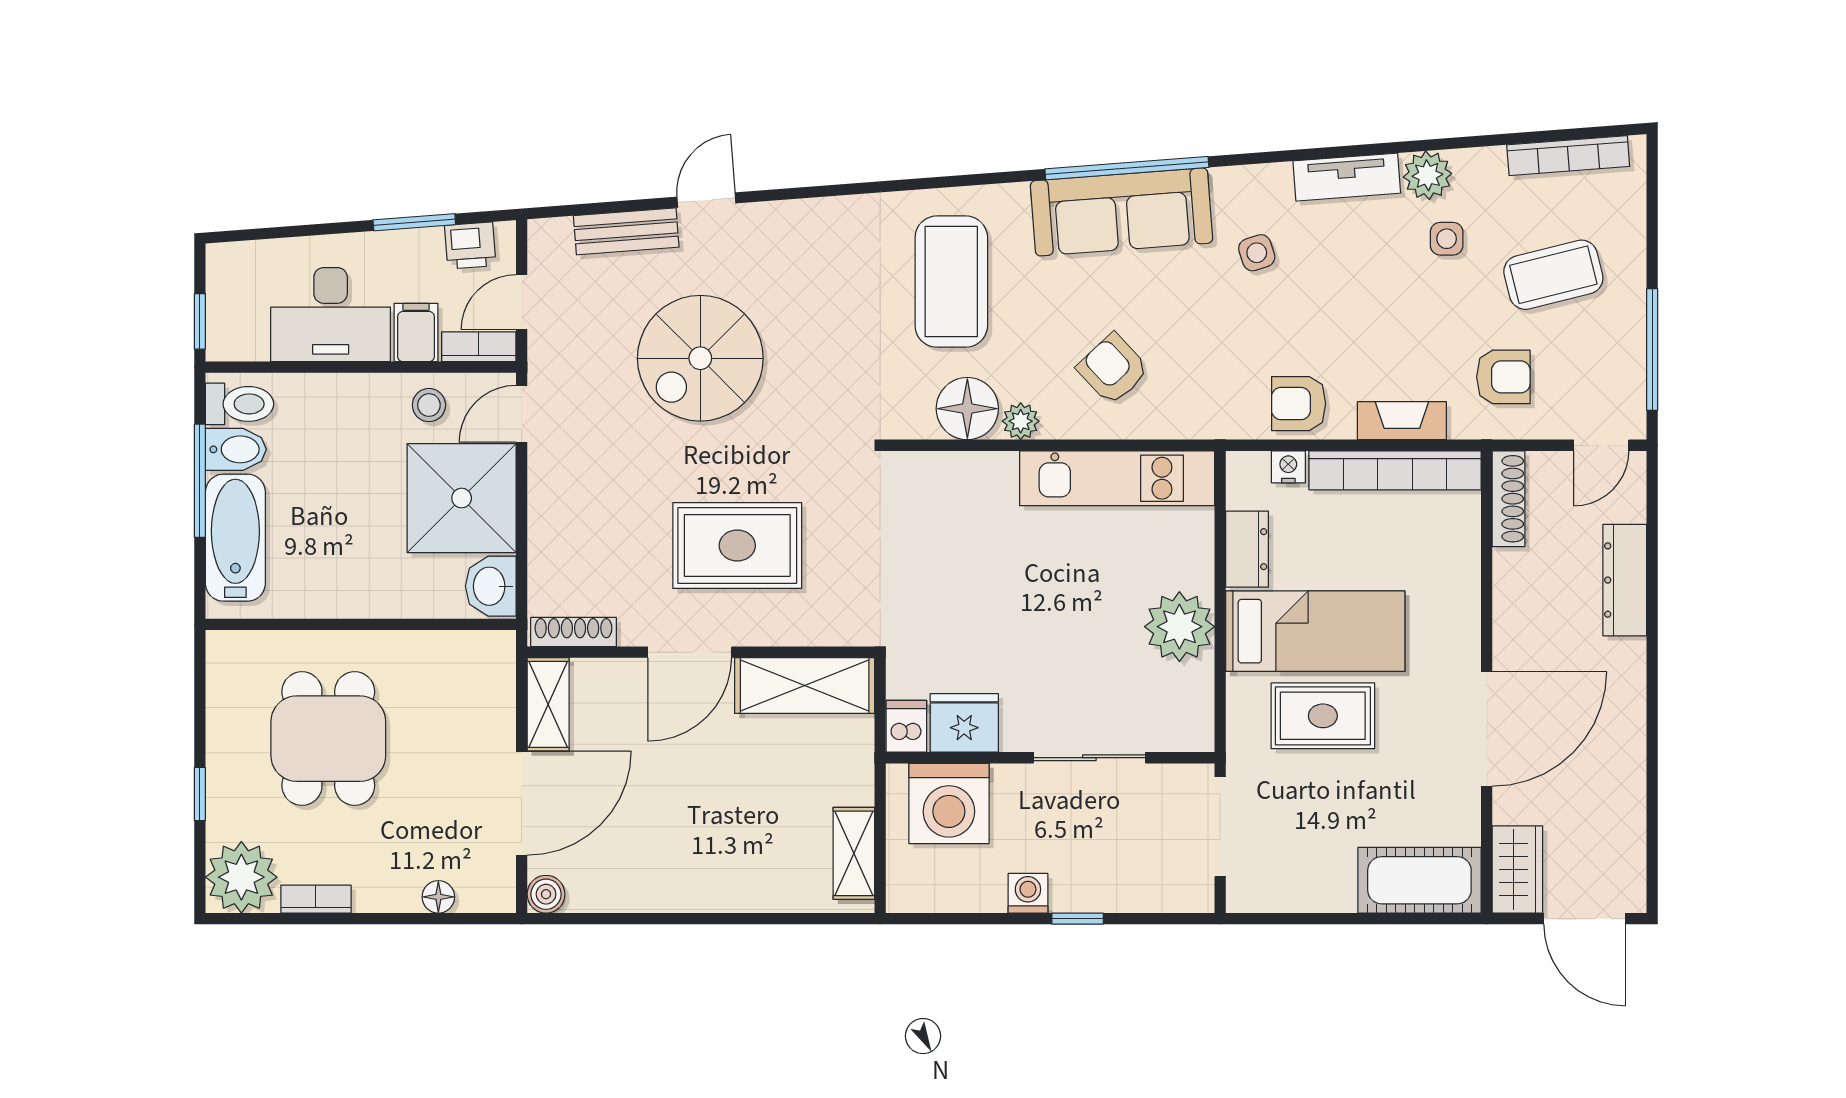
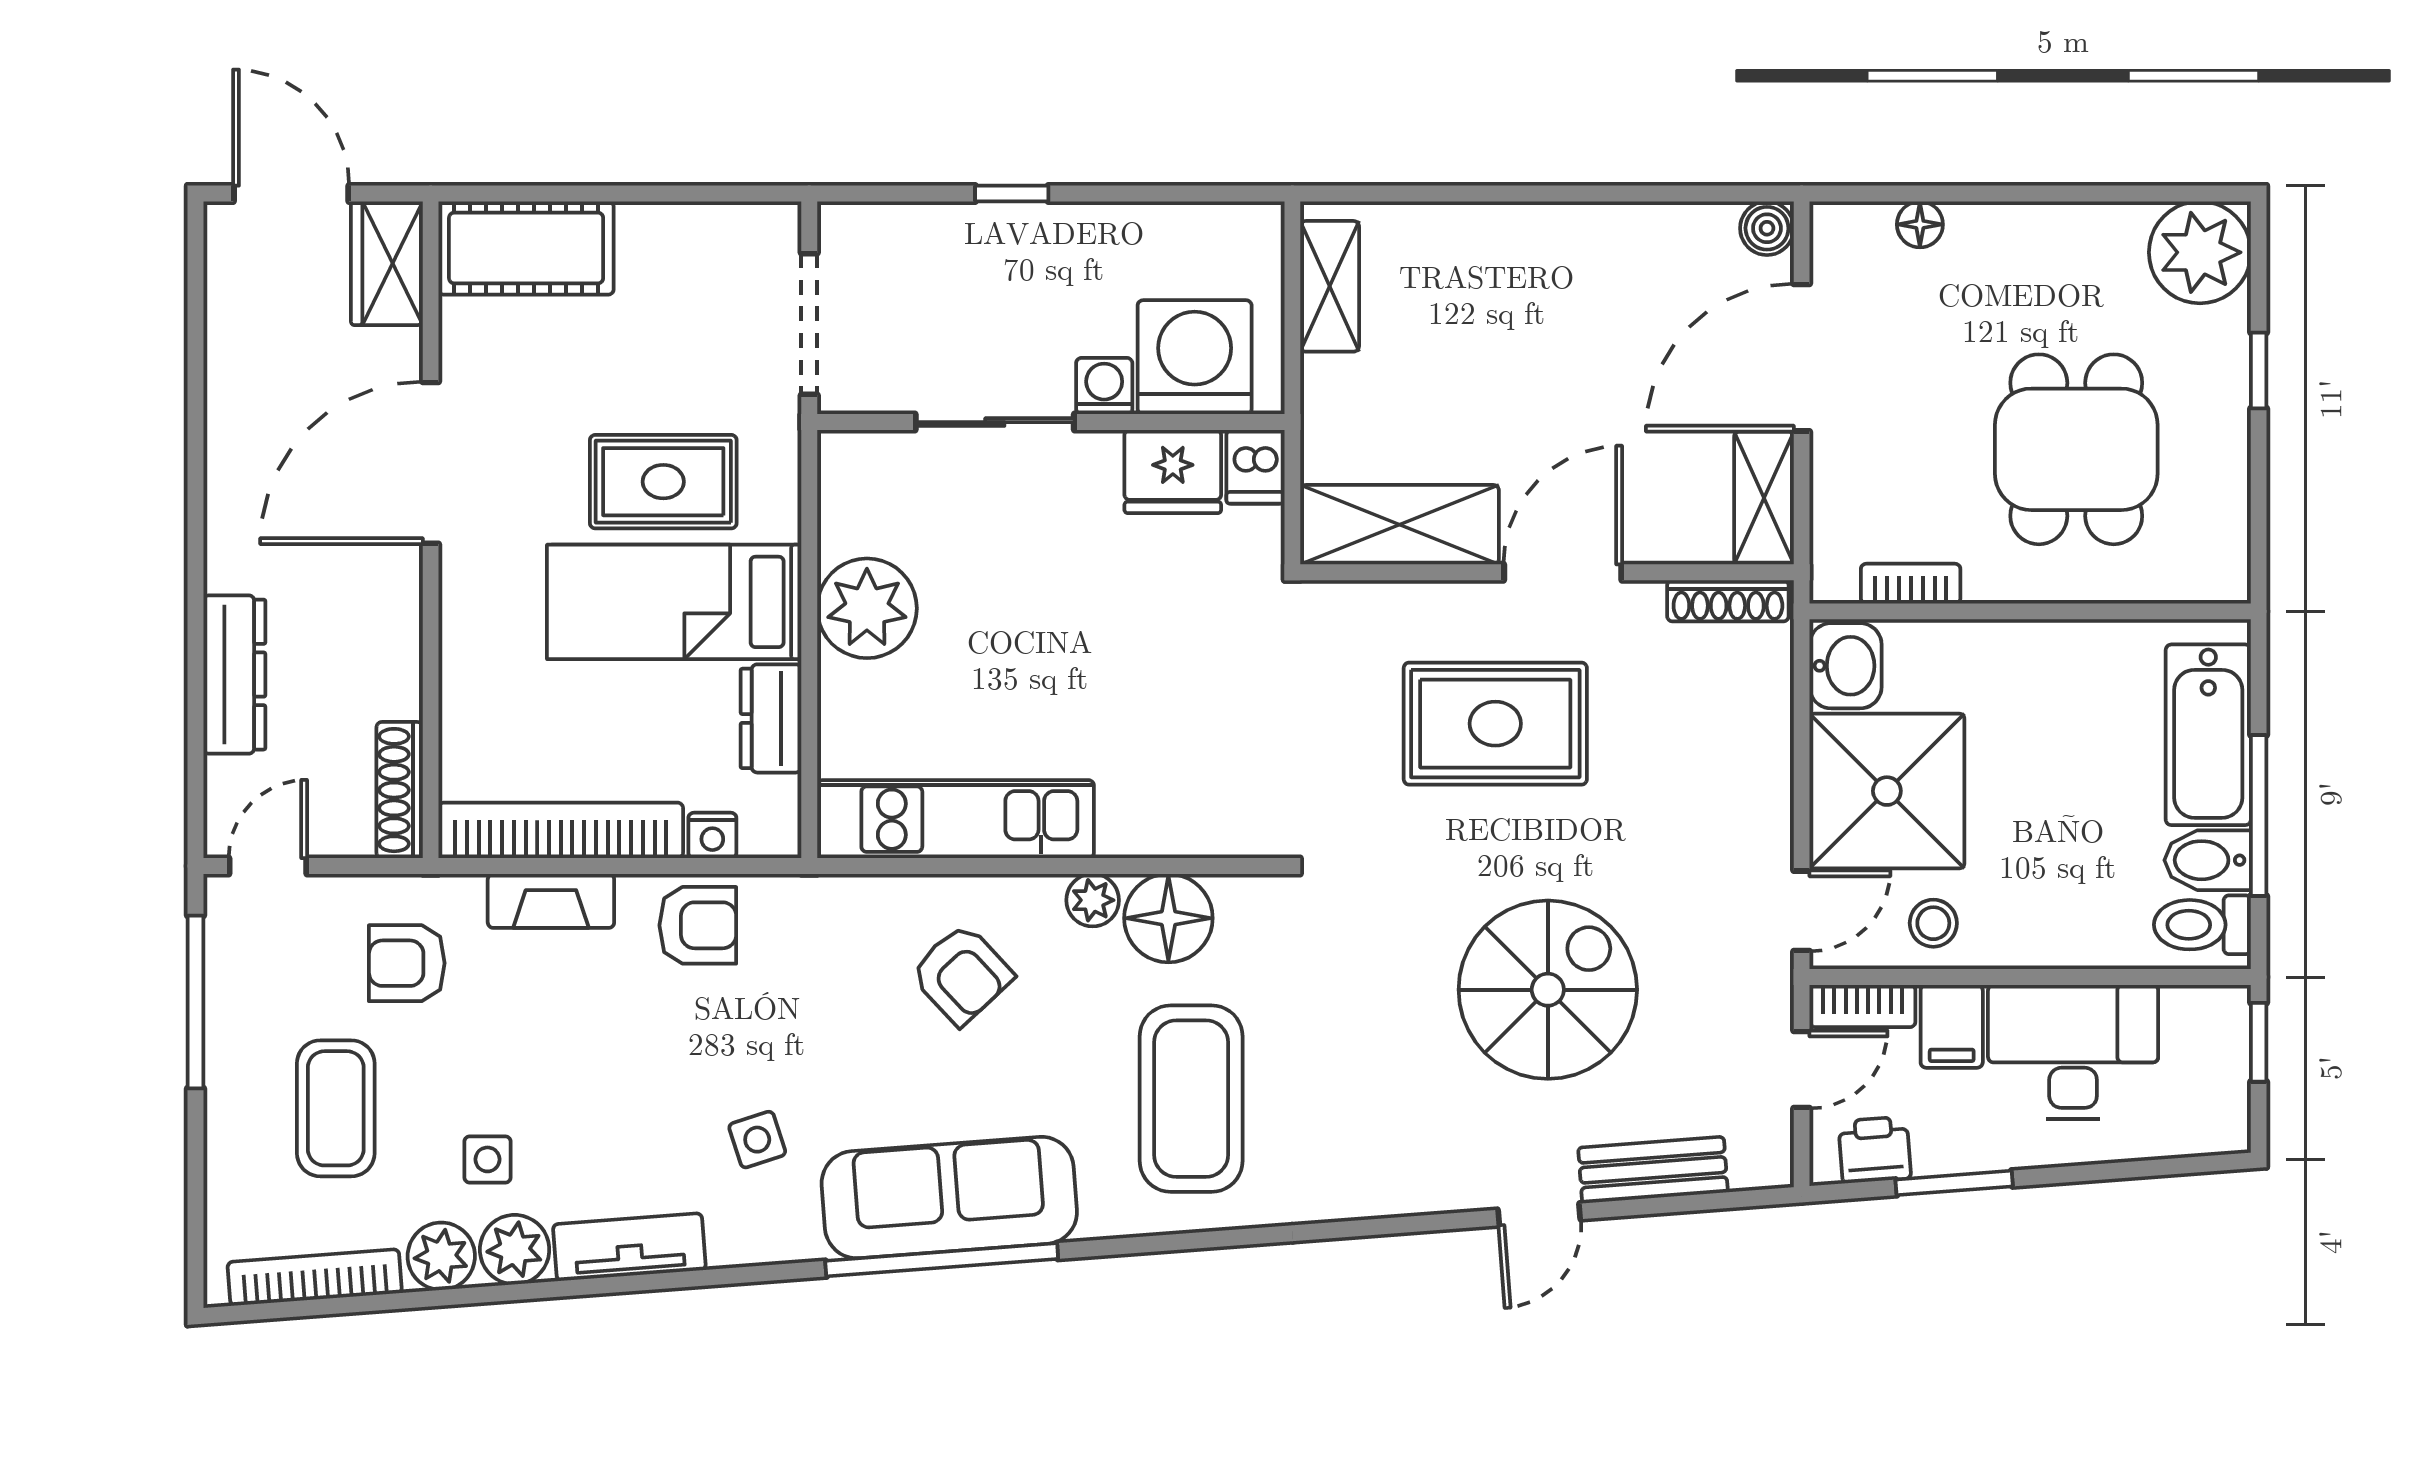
plant: (1479, 171) -> (441, 1256), added
coffee table: (1553, 275) -> (336, 1108), turned -76
washing machine: (1028, 893) -> (1104, 386), moved, turned 180
bookcase: (316, 899) -> (1911, 584), moved, turned 180

